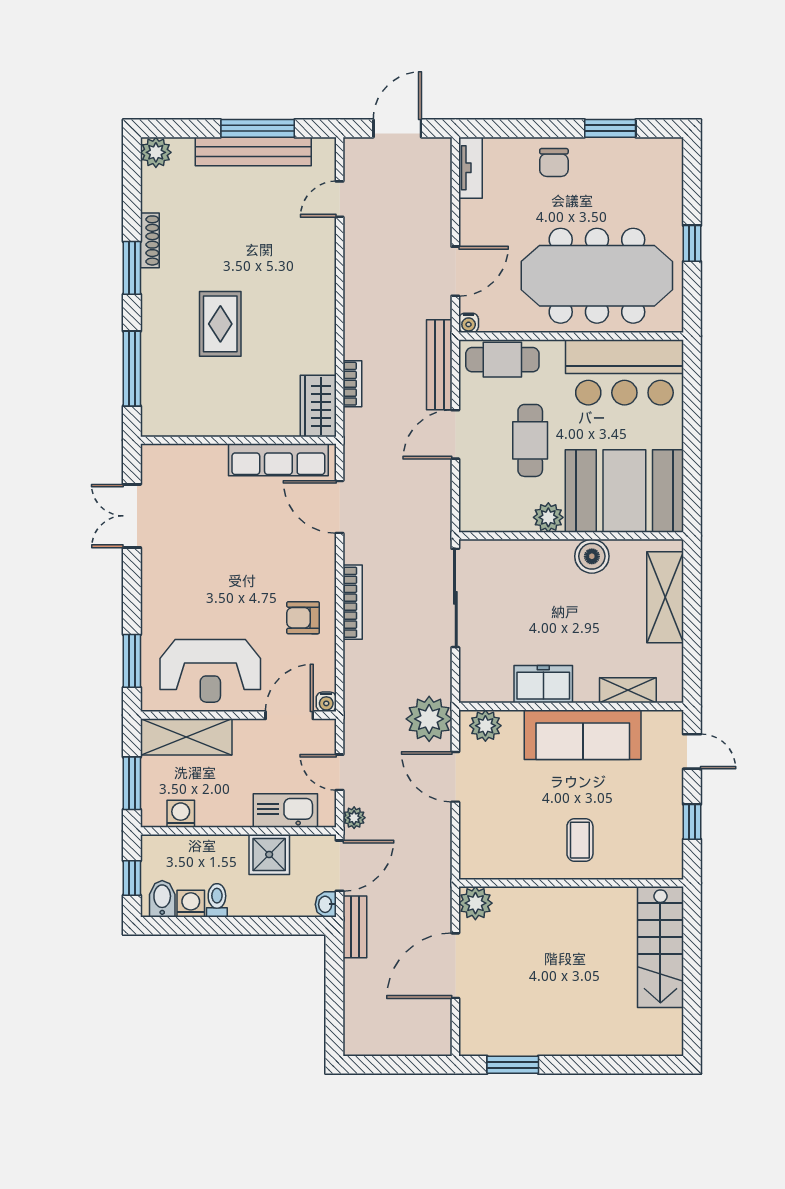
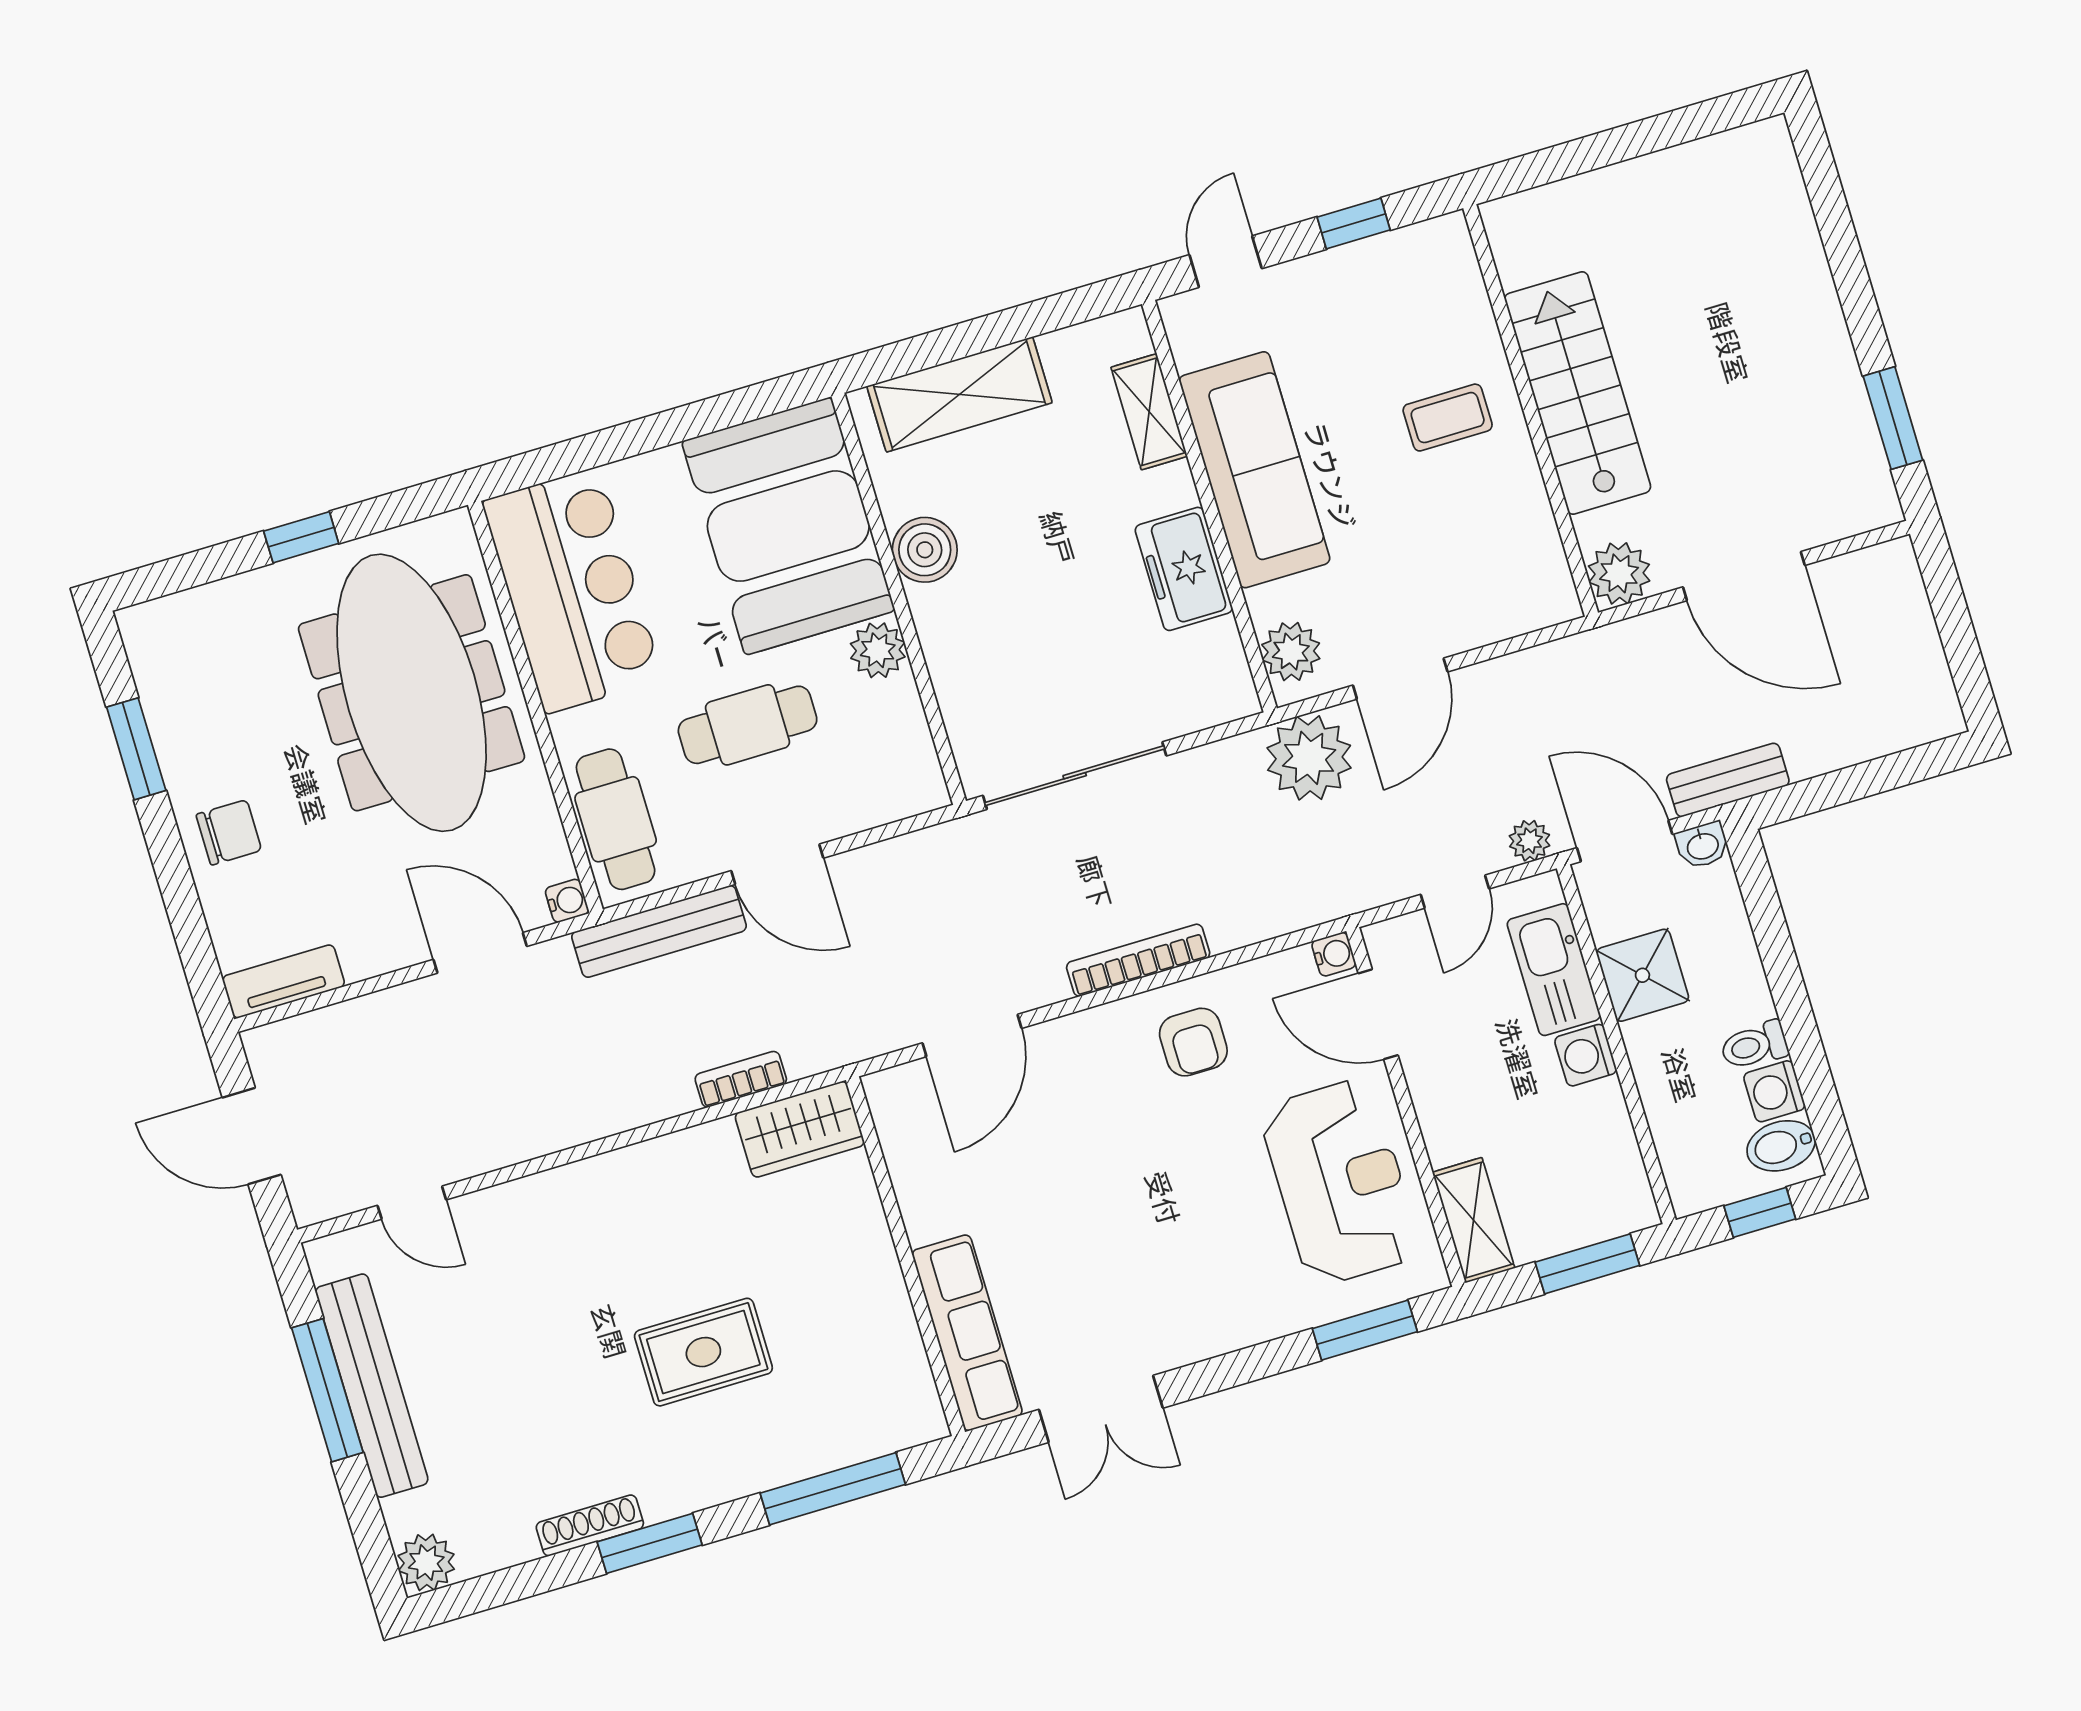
row of seats: (278, 460) -> (967, 1333), moved
shelving: (186, 737) -> (1473, 1220), width x0.67, depth x0.75
washing machine: (181, 814) -> (1586, 1055), moved
stairs: (660, 947) -> (1578, 393), moved, turned -90

